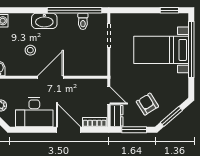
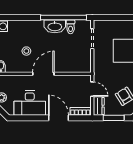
washbasin: (44, 21) -> (55, 26), moved

